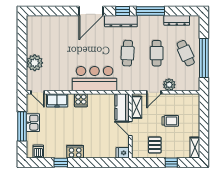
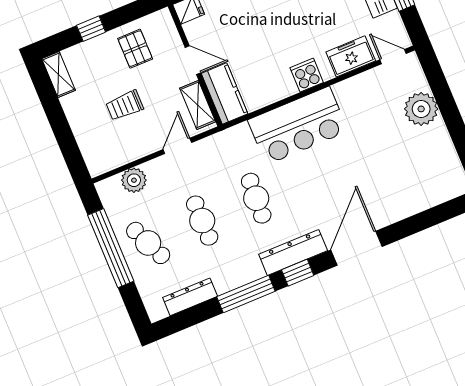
plant: (169, 85) -> (134, 180), moved

